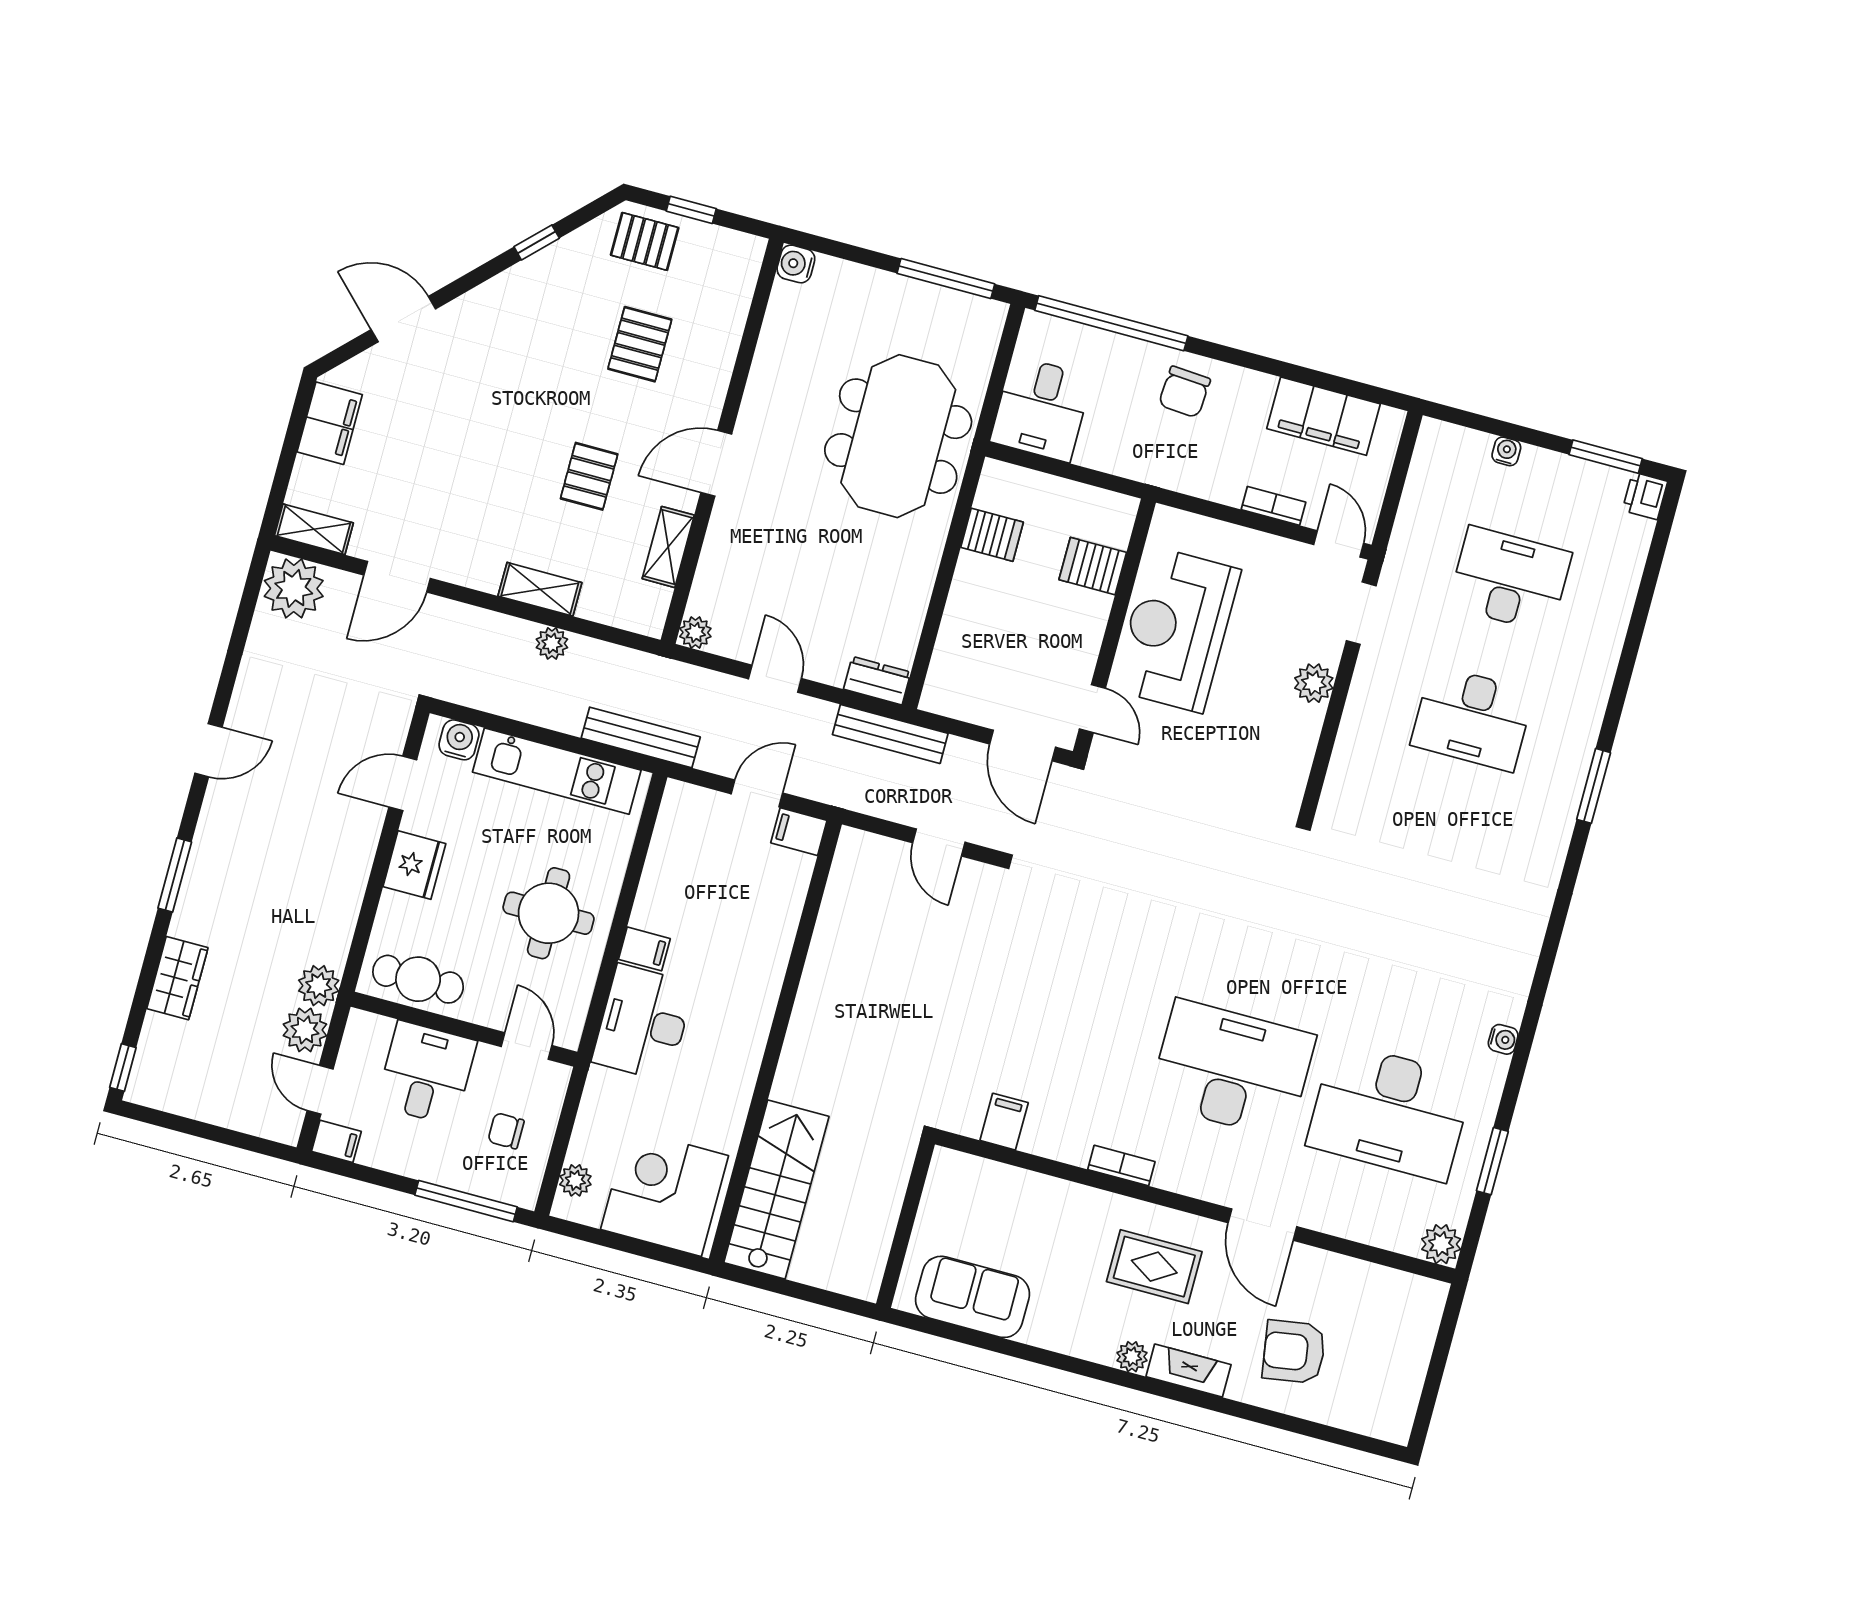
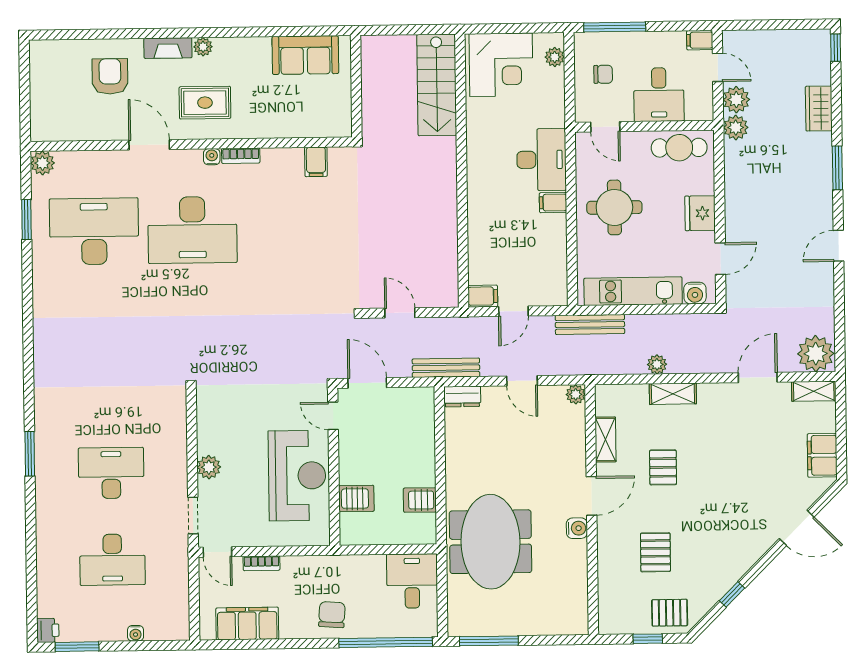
water cooler: (796, 264) -> (577, 528), moved
water cooler: (1503, 1039) -> (212, 157), moved, turned 90
armchair: (1294, 1352) -> (110, 76), turned -81

